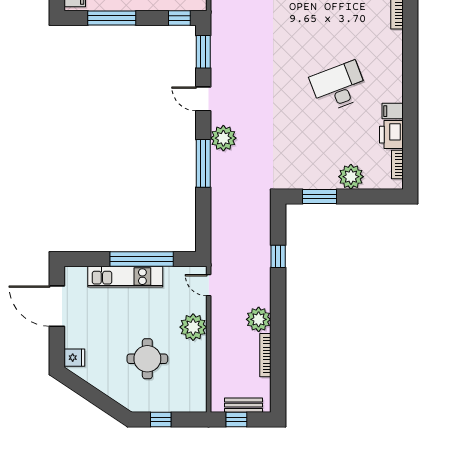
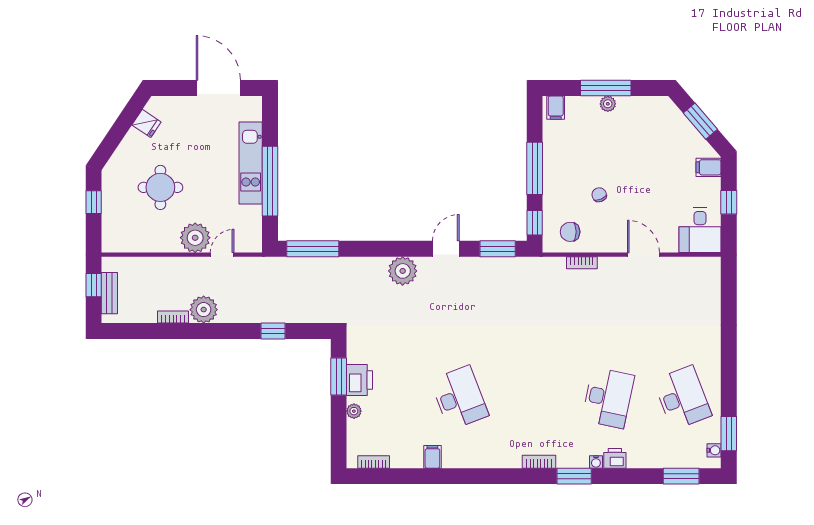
window: (112, 18) -> (535, 168), moved
printer: (391, 135) -> (359, 380), moved, turned 90
window: (203, 163) -> (313, 249), moved
plant: (351, 177) -> (354, 411), width x0.53, depth x0.53
door: (209, 285) -> (222, 255), moved
door: (57, 306) -> (218, 88), hinge flipped
bookcase: (265, 355) -> (173, 317), width x0.64
fridge: (74, 358) -> (146, 123), moved, turned -56

